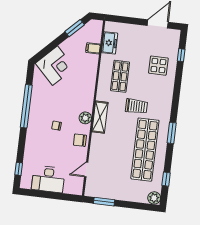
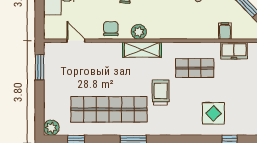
trolley: (136, 106) -> (161, 93), turned 180

